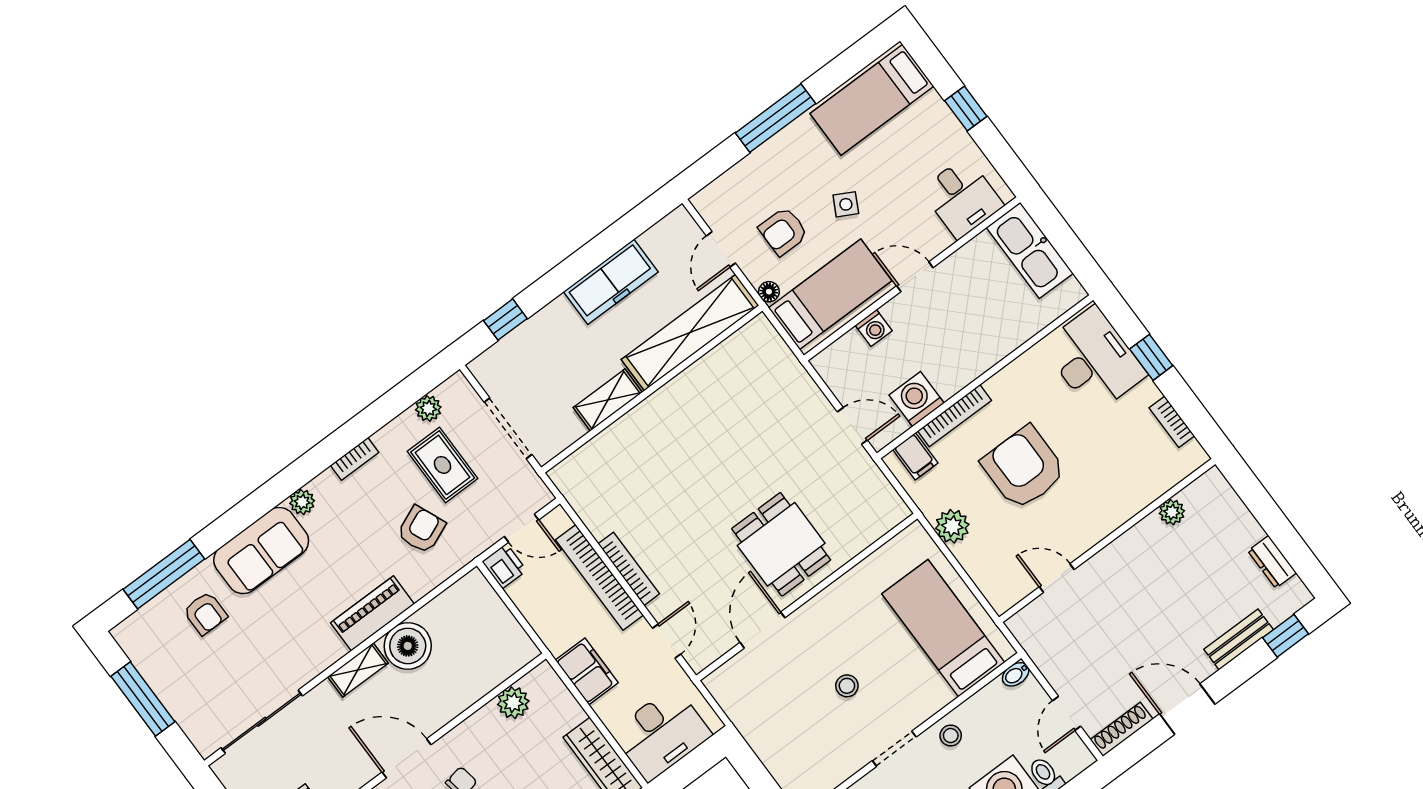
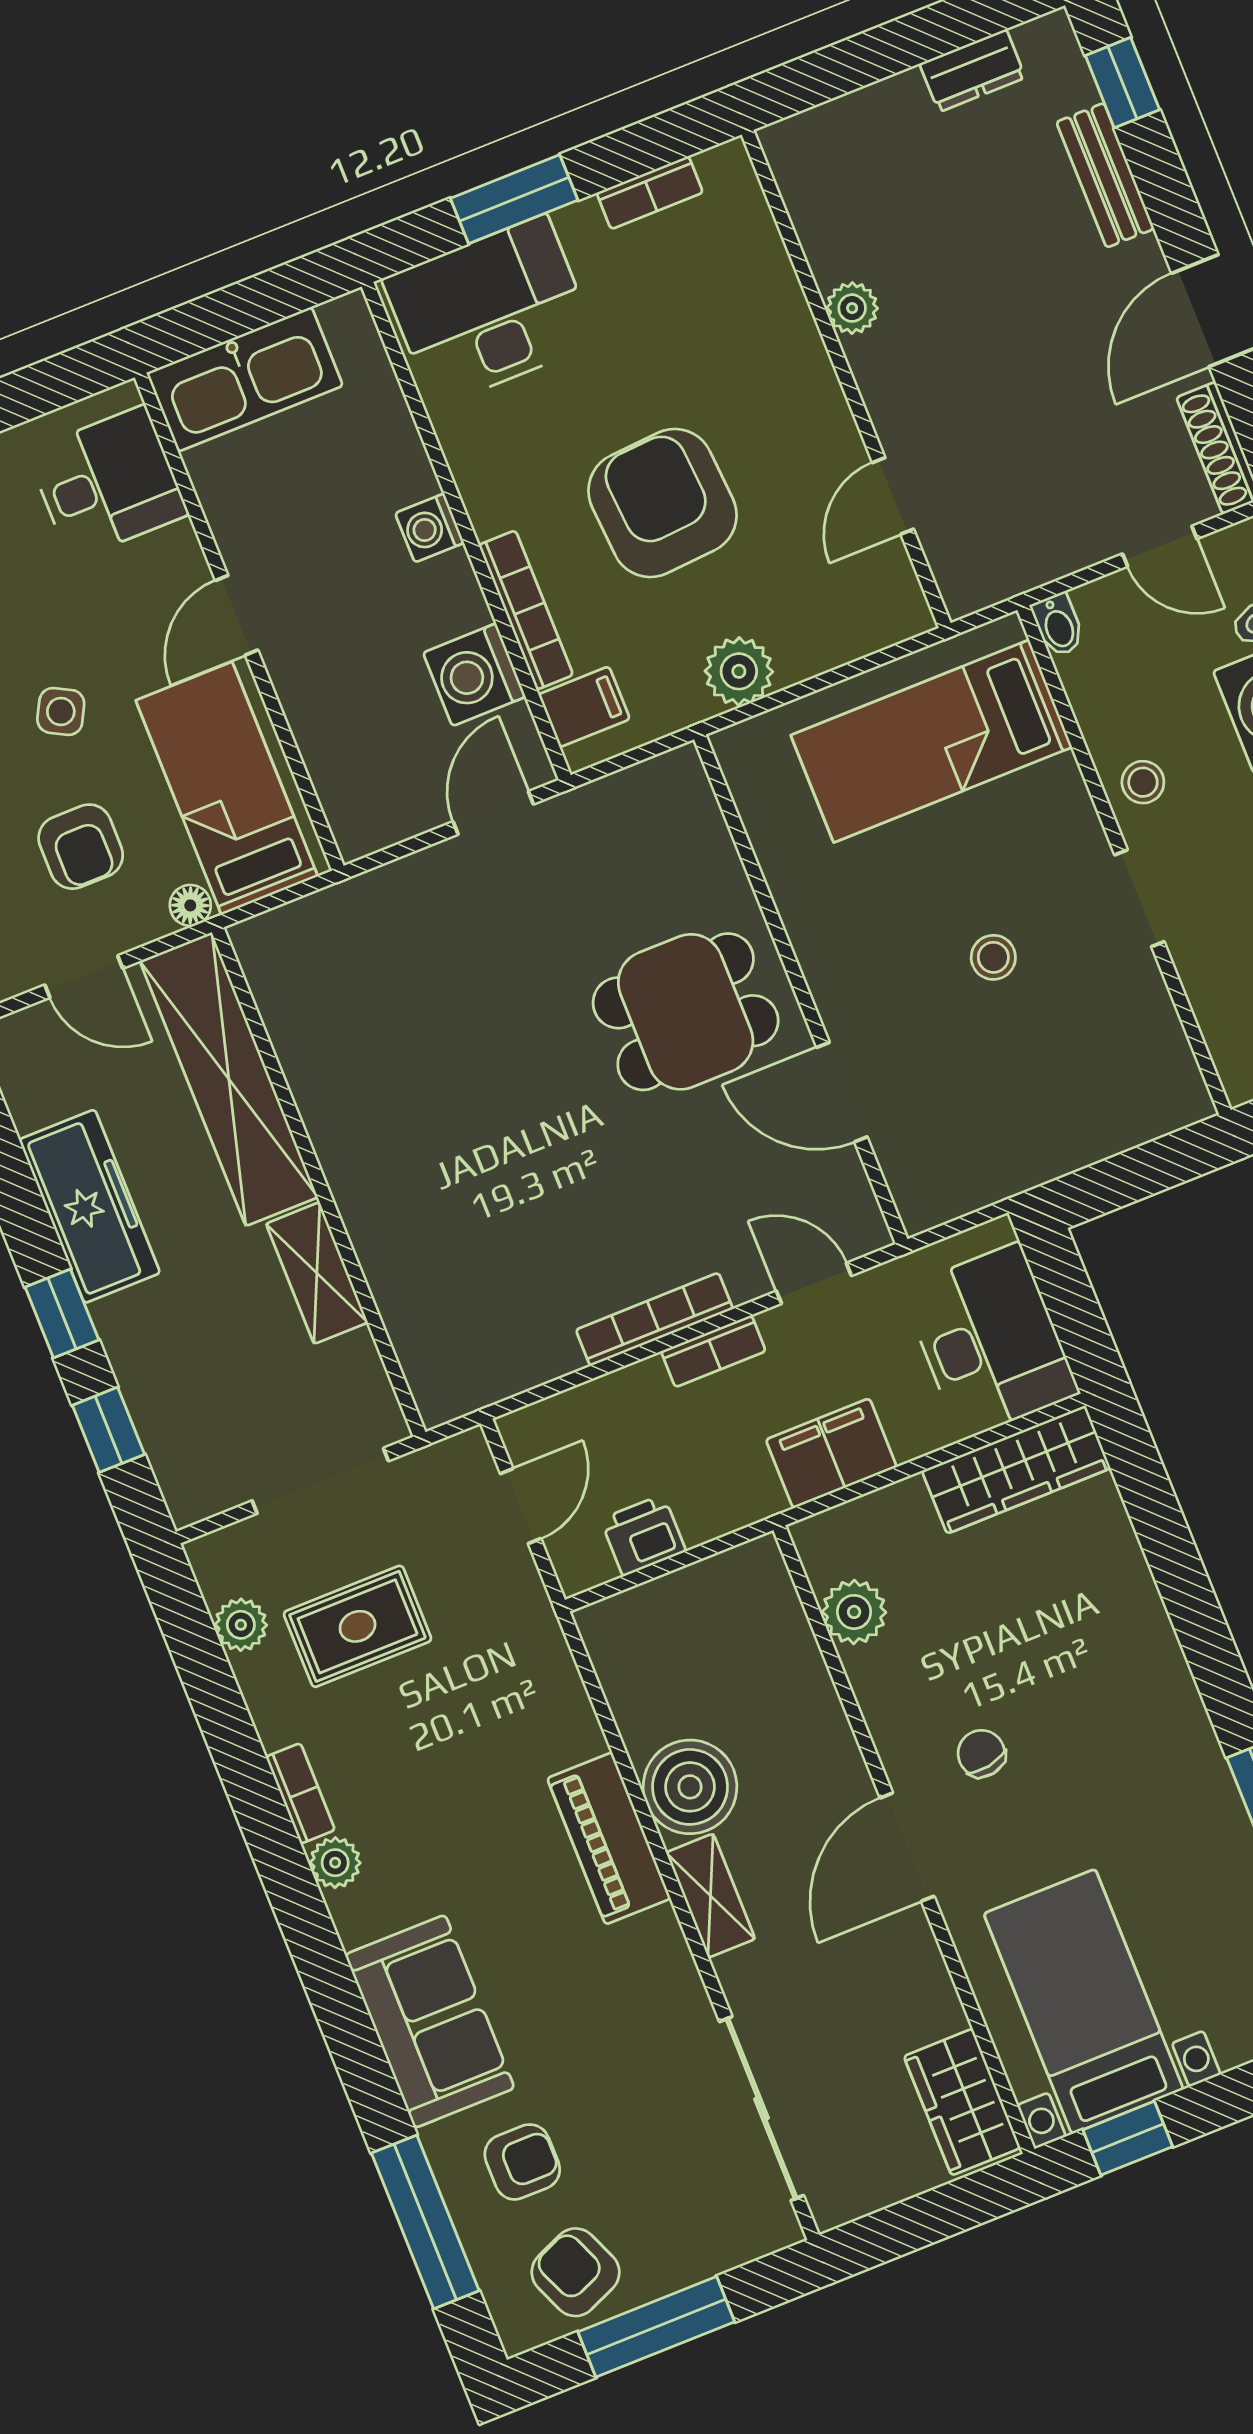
window: (556, 282) -> (62, 1313), added
washing machine: (874, 328) -> (430, 528), moved, turned 180
window: (1151, 357) -> (514, 199), width x1.50
armchair: (1024, 468) -> (662, 503), turned 86
plant: (302, 502) -> (335, 1863), moved
plant: (1172, 512) -> (852, 308), moved
armchair: (421, 530) -> (576, 2272), moved
printer: (504, 566) -> (643, 1535), moved
bookcase: (599, 577) -> (713, 1351), width x0.43, depth x0.76

